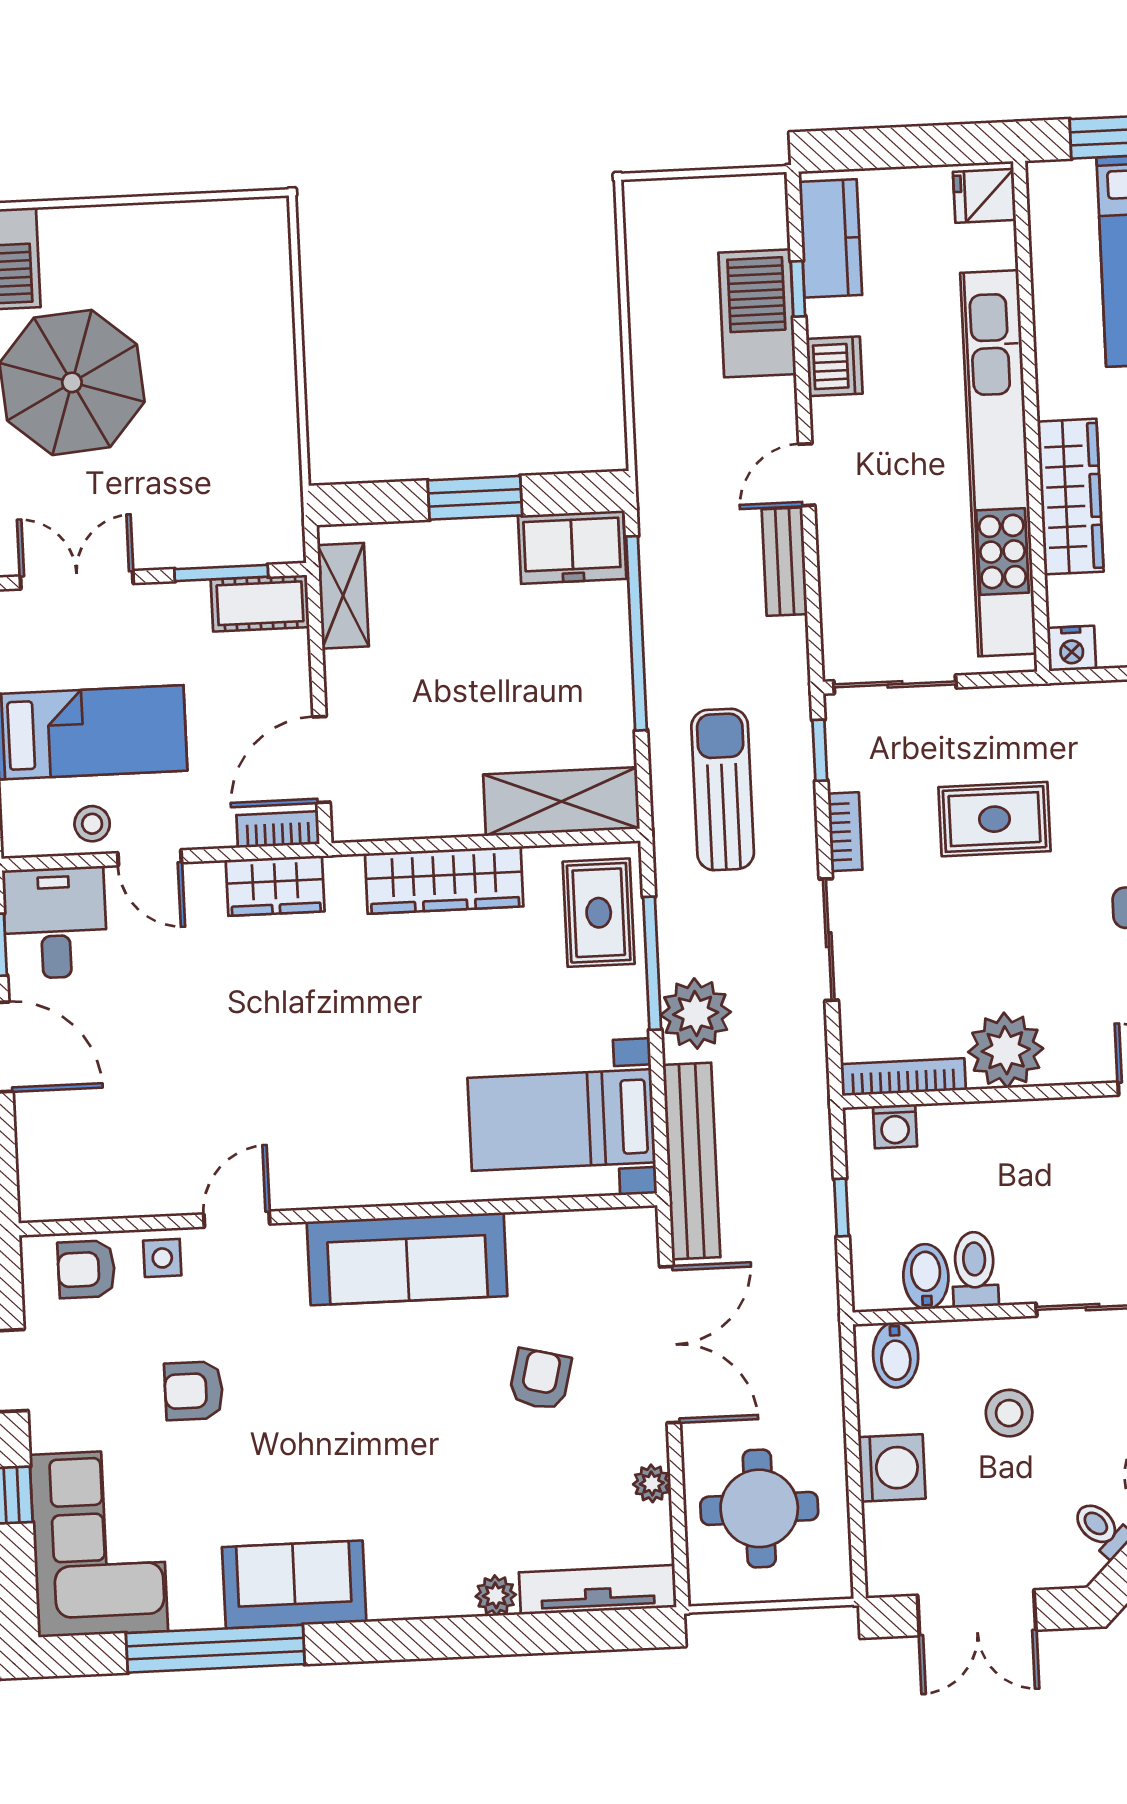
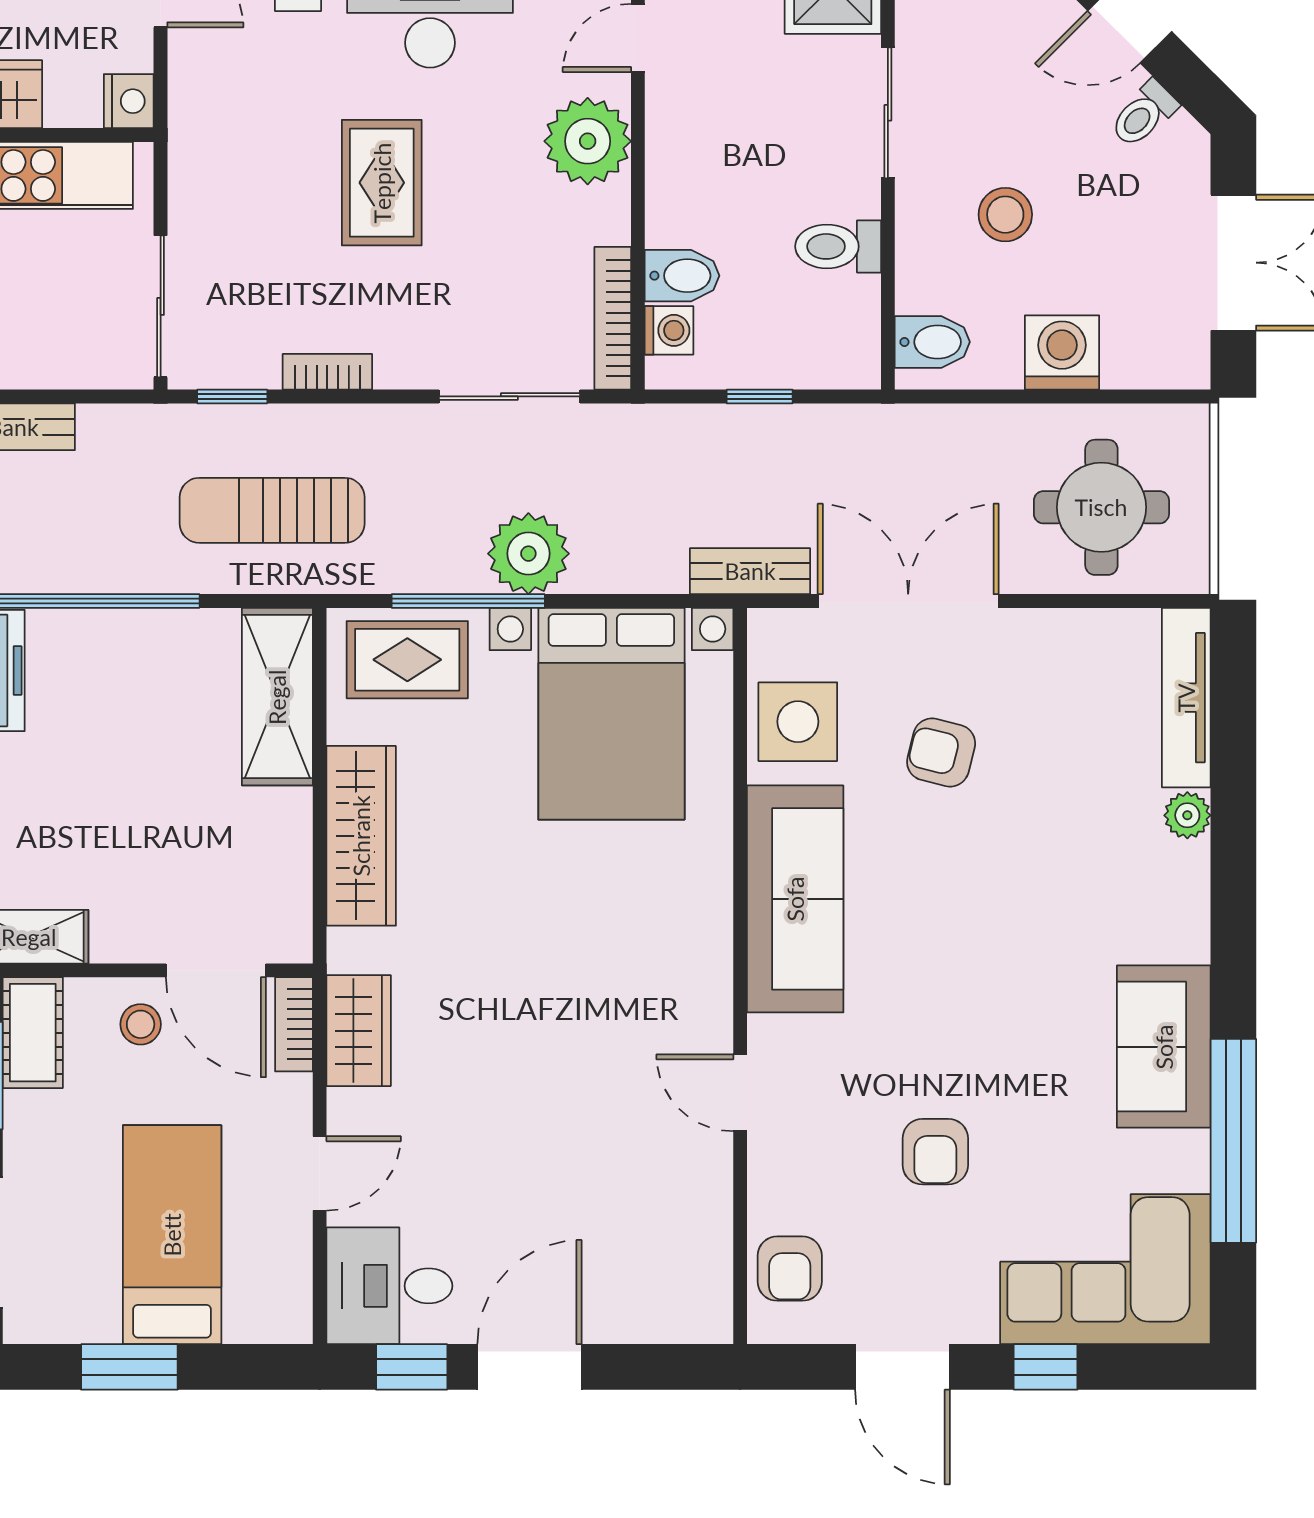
rug: (995, 819) -> (382, 183), moved
stool: (92, 824) -> (141, 1024), moved
sliding door: (829, 940) -> (509, 396), moved
plant: (1006, 1050) -> (588, 141), moved
bed with nightstands: (561, 1120) -> (611, 714), width x1.36
bench: (692, 1161) -> (750, 571), width x0.54, depth x0.82
side table: (162, 1258) -> (798, 722), moved, width x1.87, depth x1.87
bidet: (926, 1276) -> (682, 276), moved, turned 180
plant: (652, 1483) -> (1067, 630), removed

